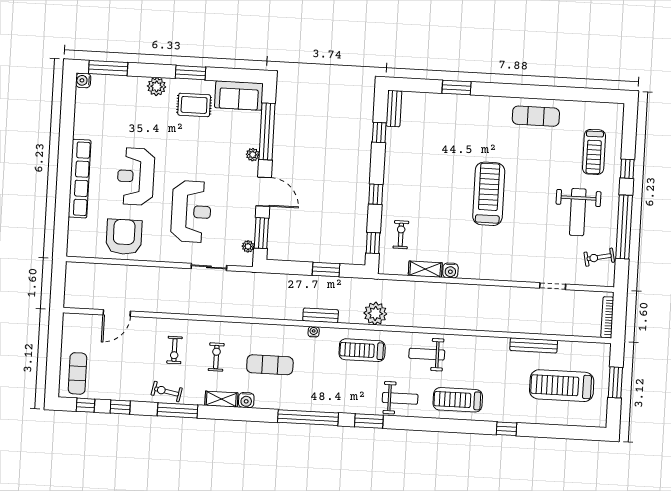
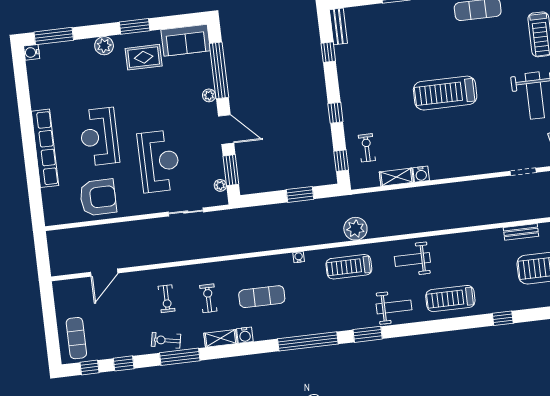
treadmill: (489, 194) -> (445, 93), turned -90
armchair: (124, 237) -> (98, 197), turned 90
bench: (321, 315) -> (303, 240), removed
bench: (534, 345) -> (521, 232), width x0.73

